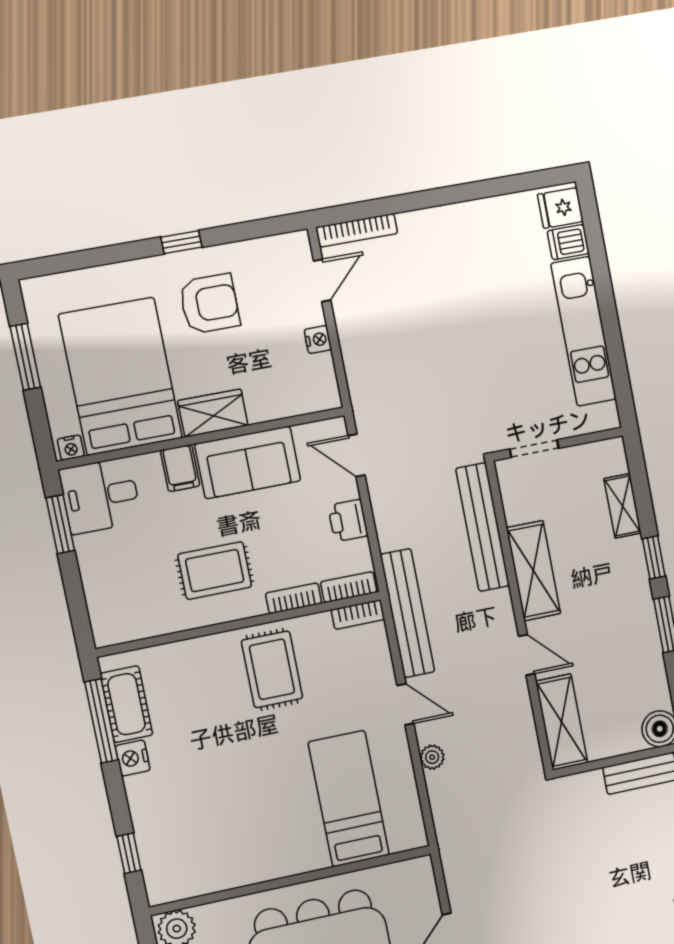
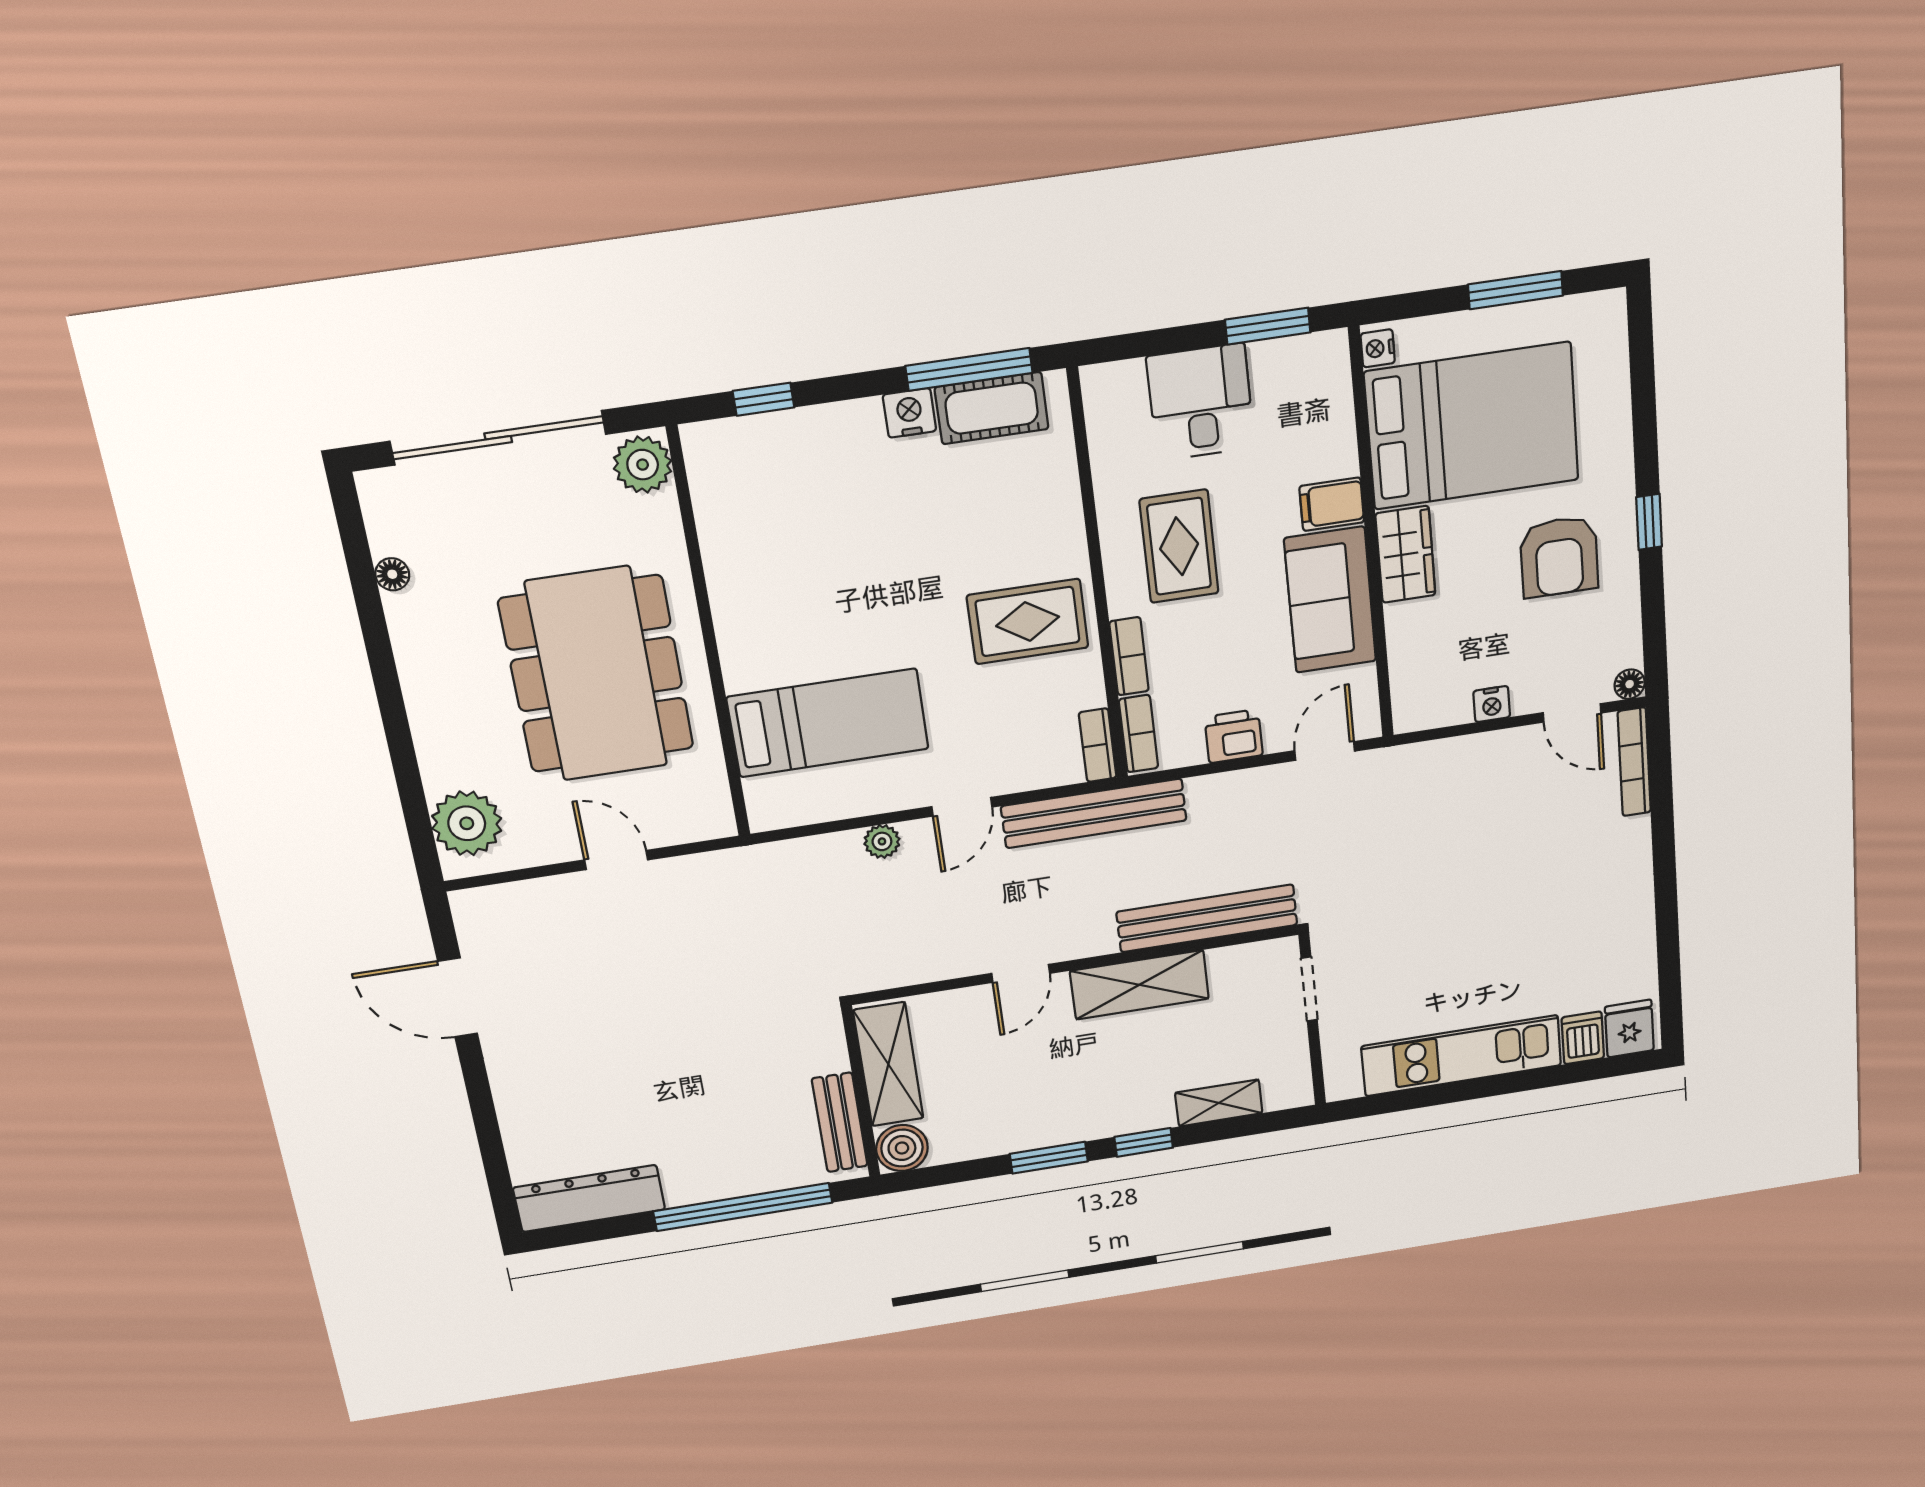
floor lamp: (299, 241) -> (1630, 684), added
desk: (100, 496) -> (1201, 402), moved
shelving: (562, 722) -> (888, 1064), moved, turned 90

